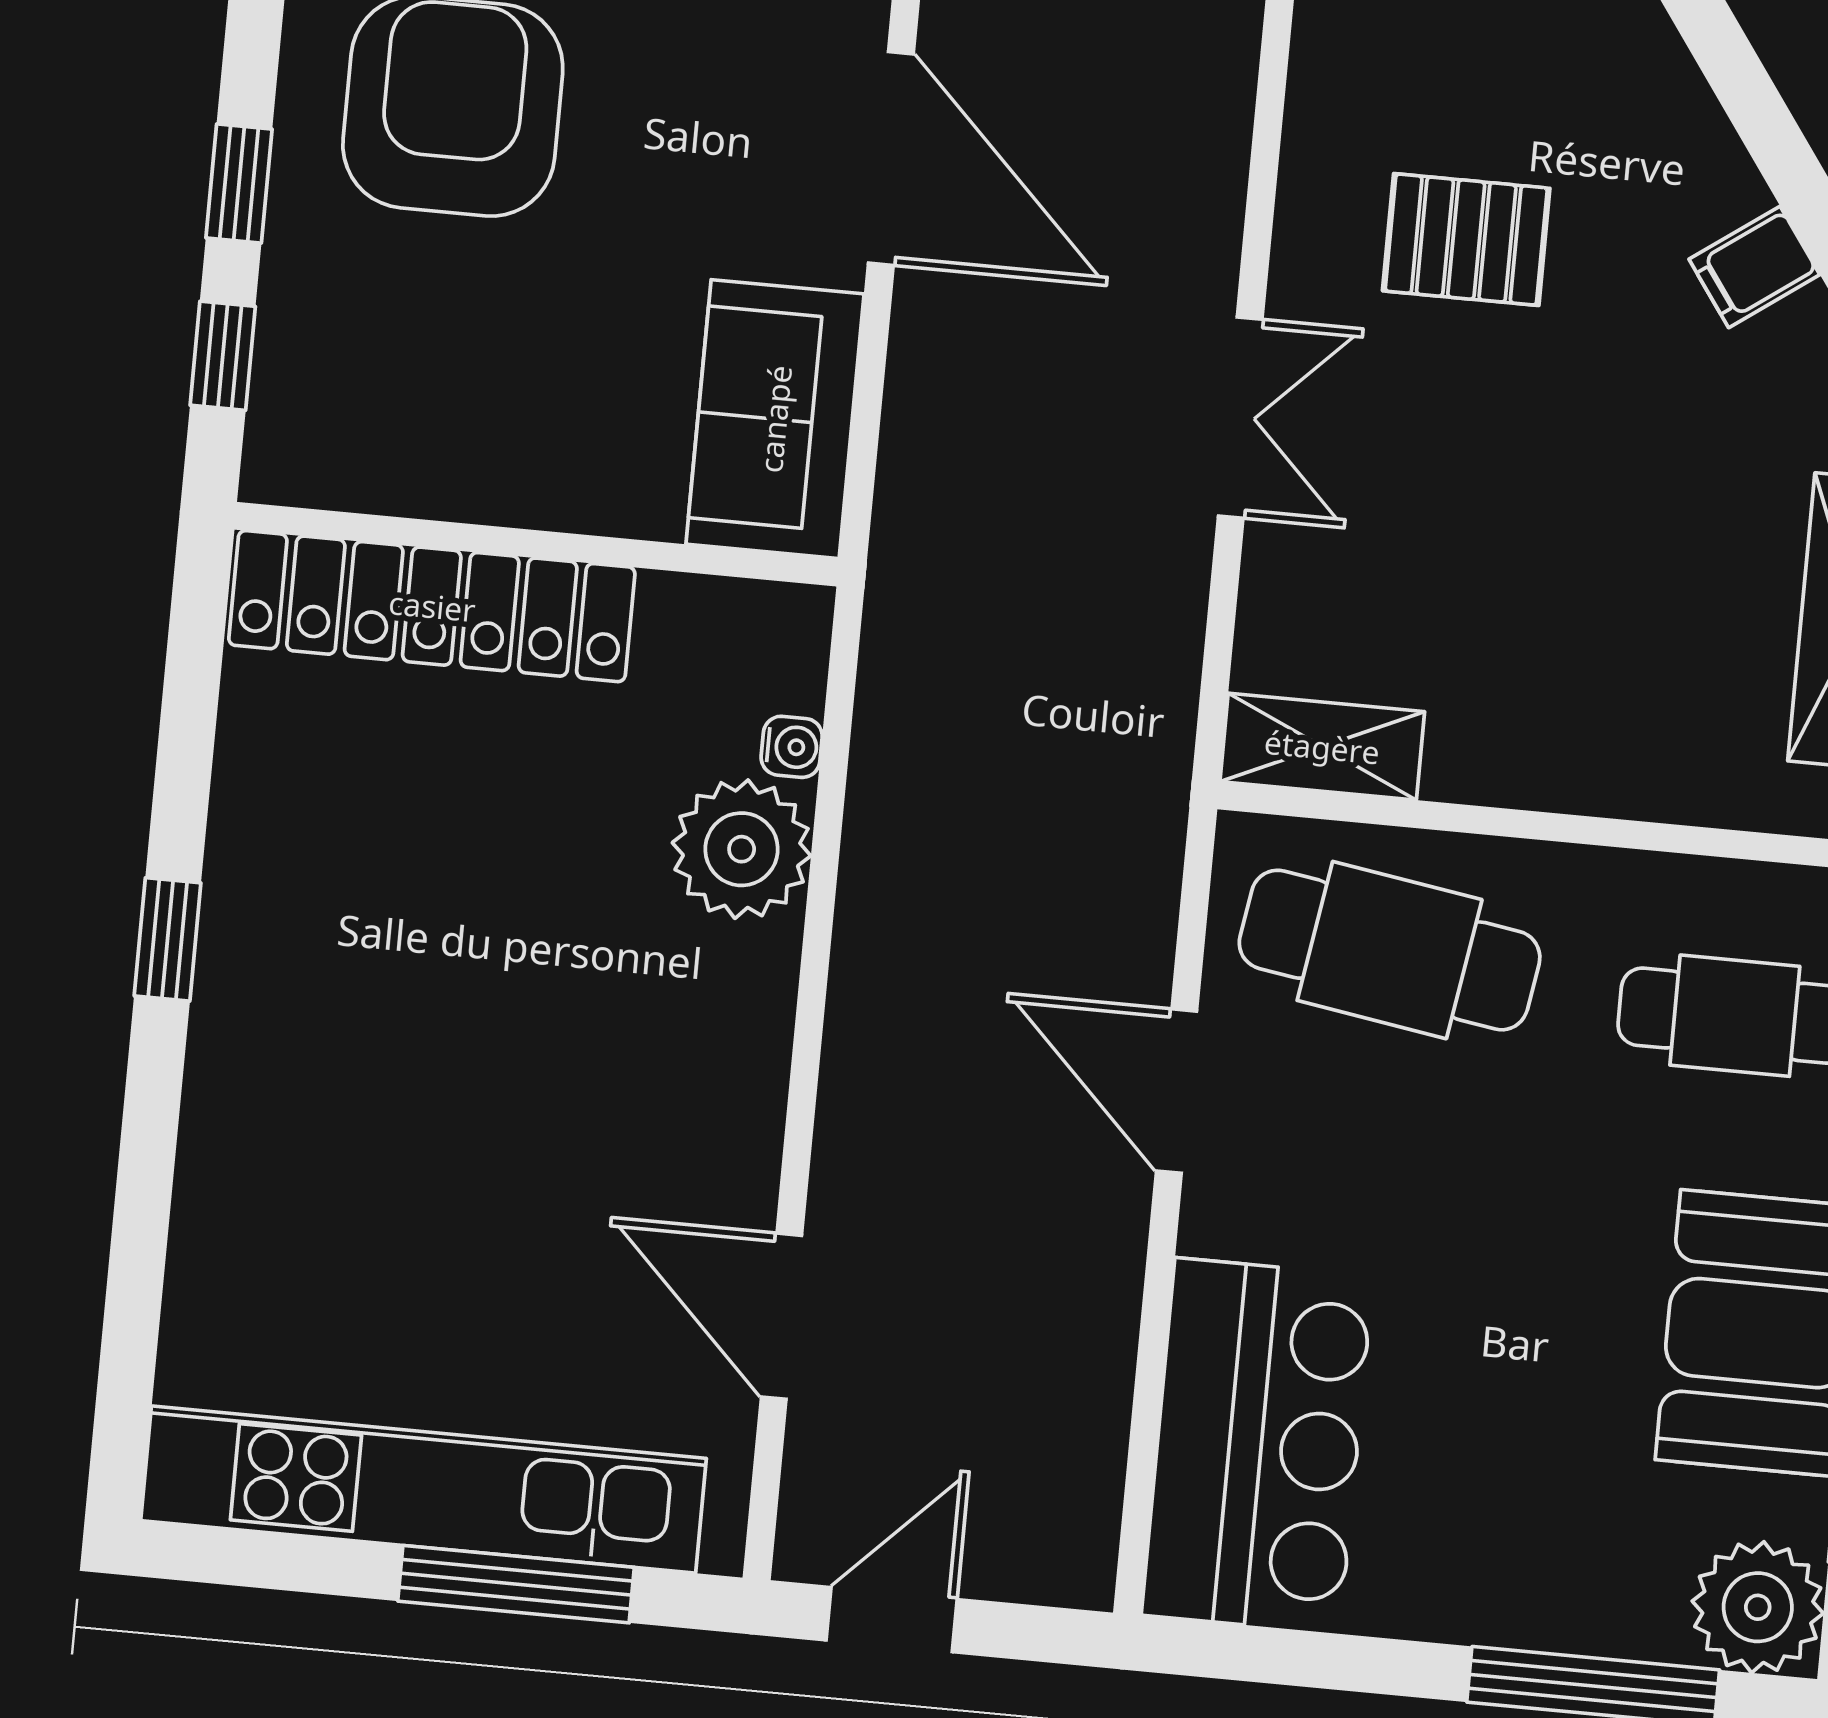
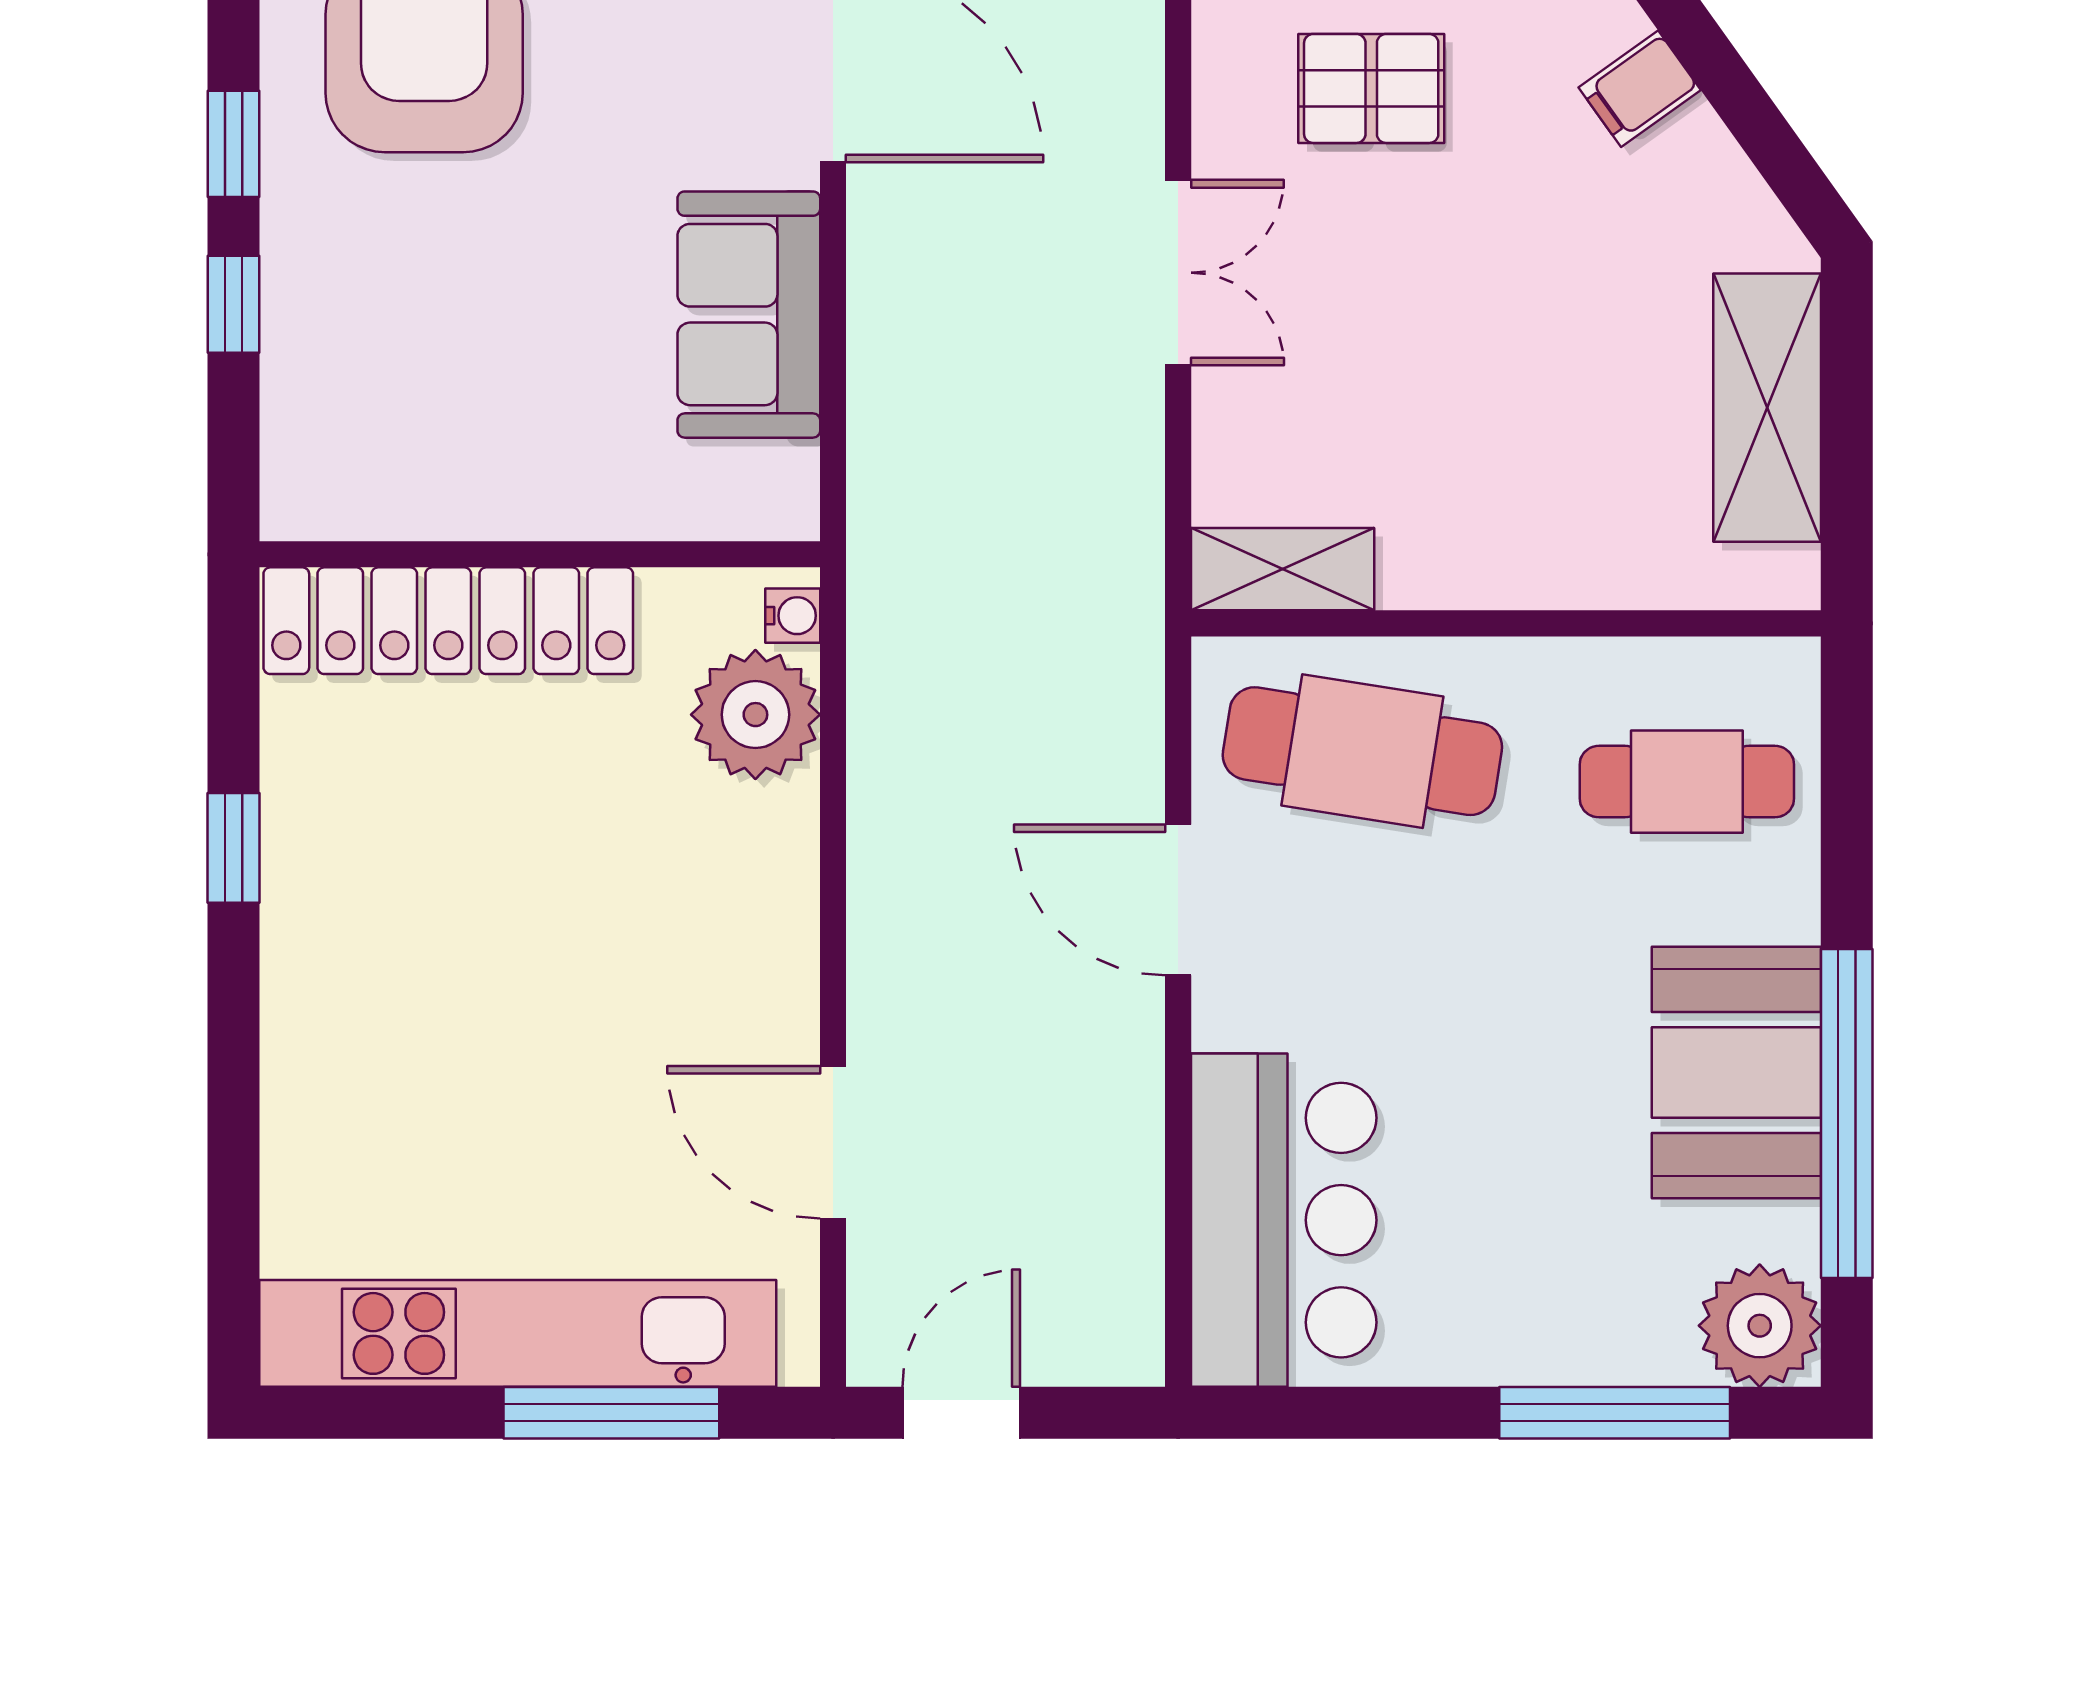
wall: (537, 544) -> (540, 554), moved
locker: (432, 606) -> (448, 621), moved

